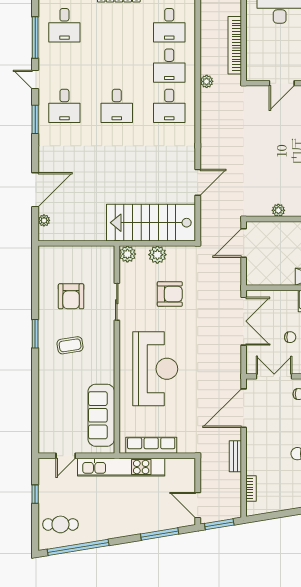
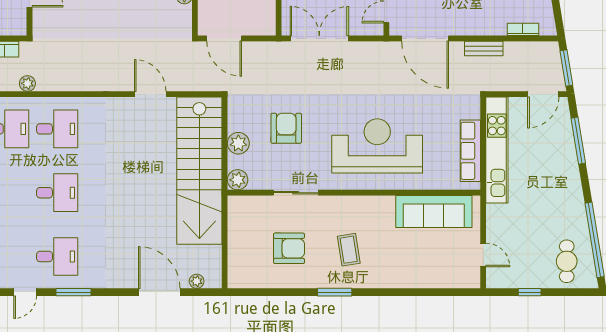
stairs: (151, 223) -> (199, 171), width x1.36
kitchen unit: (121, 467) -> (497, 150), moved

